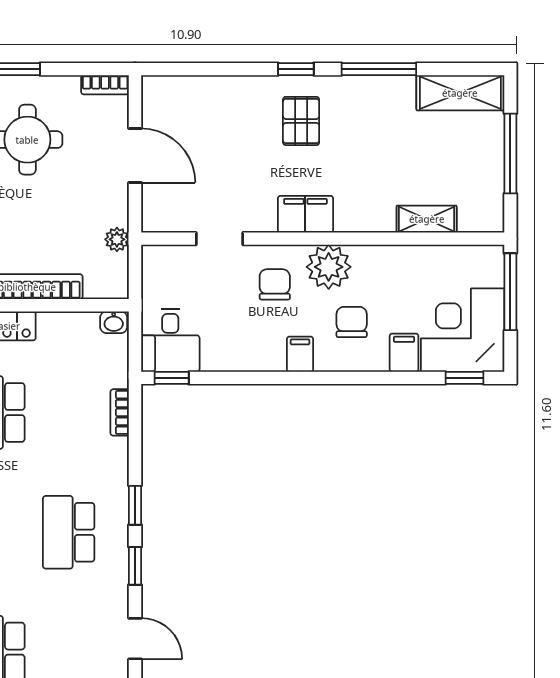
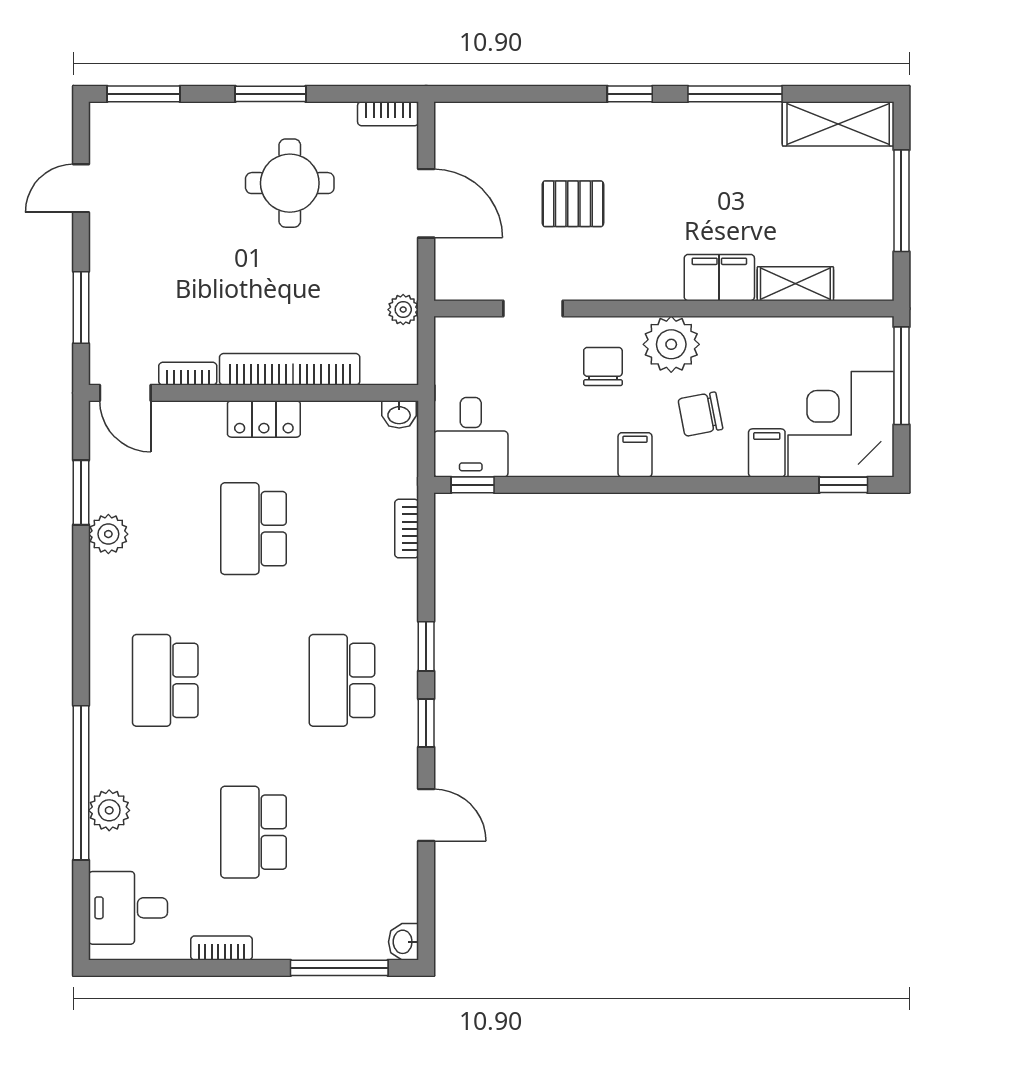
pallet: (301, 121) -> (573, 204), moved, turned 90
filing cabinet: (305, 214) -> (719, 278), moved
chair: (352, 322) -> (700, 414), turned -101

